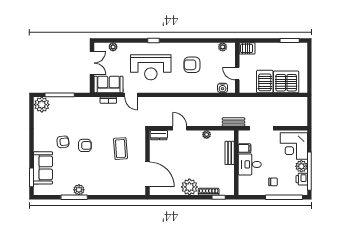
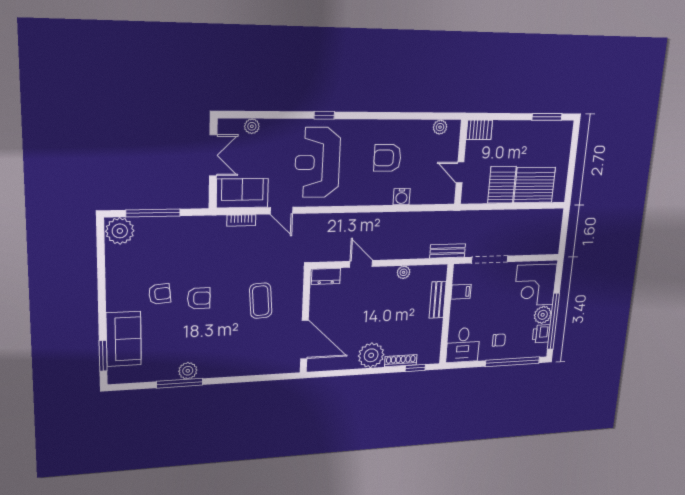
reception desk: (151, 67) -> (317, 162), turned 90
water cooler: (223, 88) -> (402, 197), moved
desk: (250, 164) -> (463, 345), moved, turned -90

